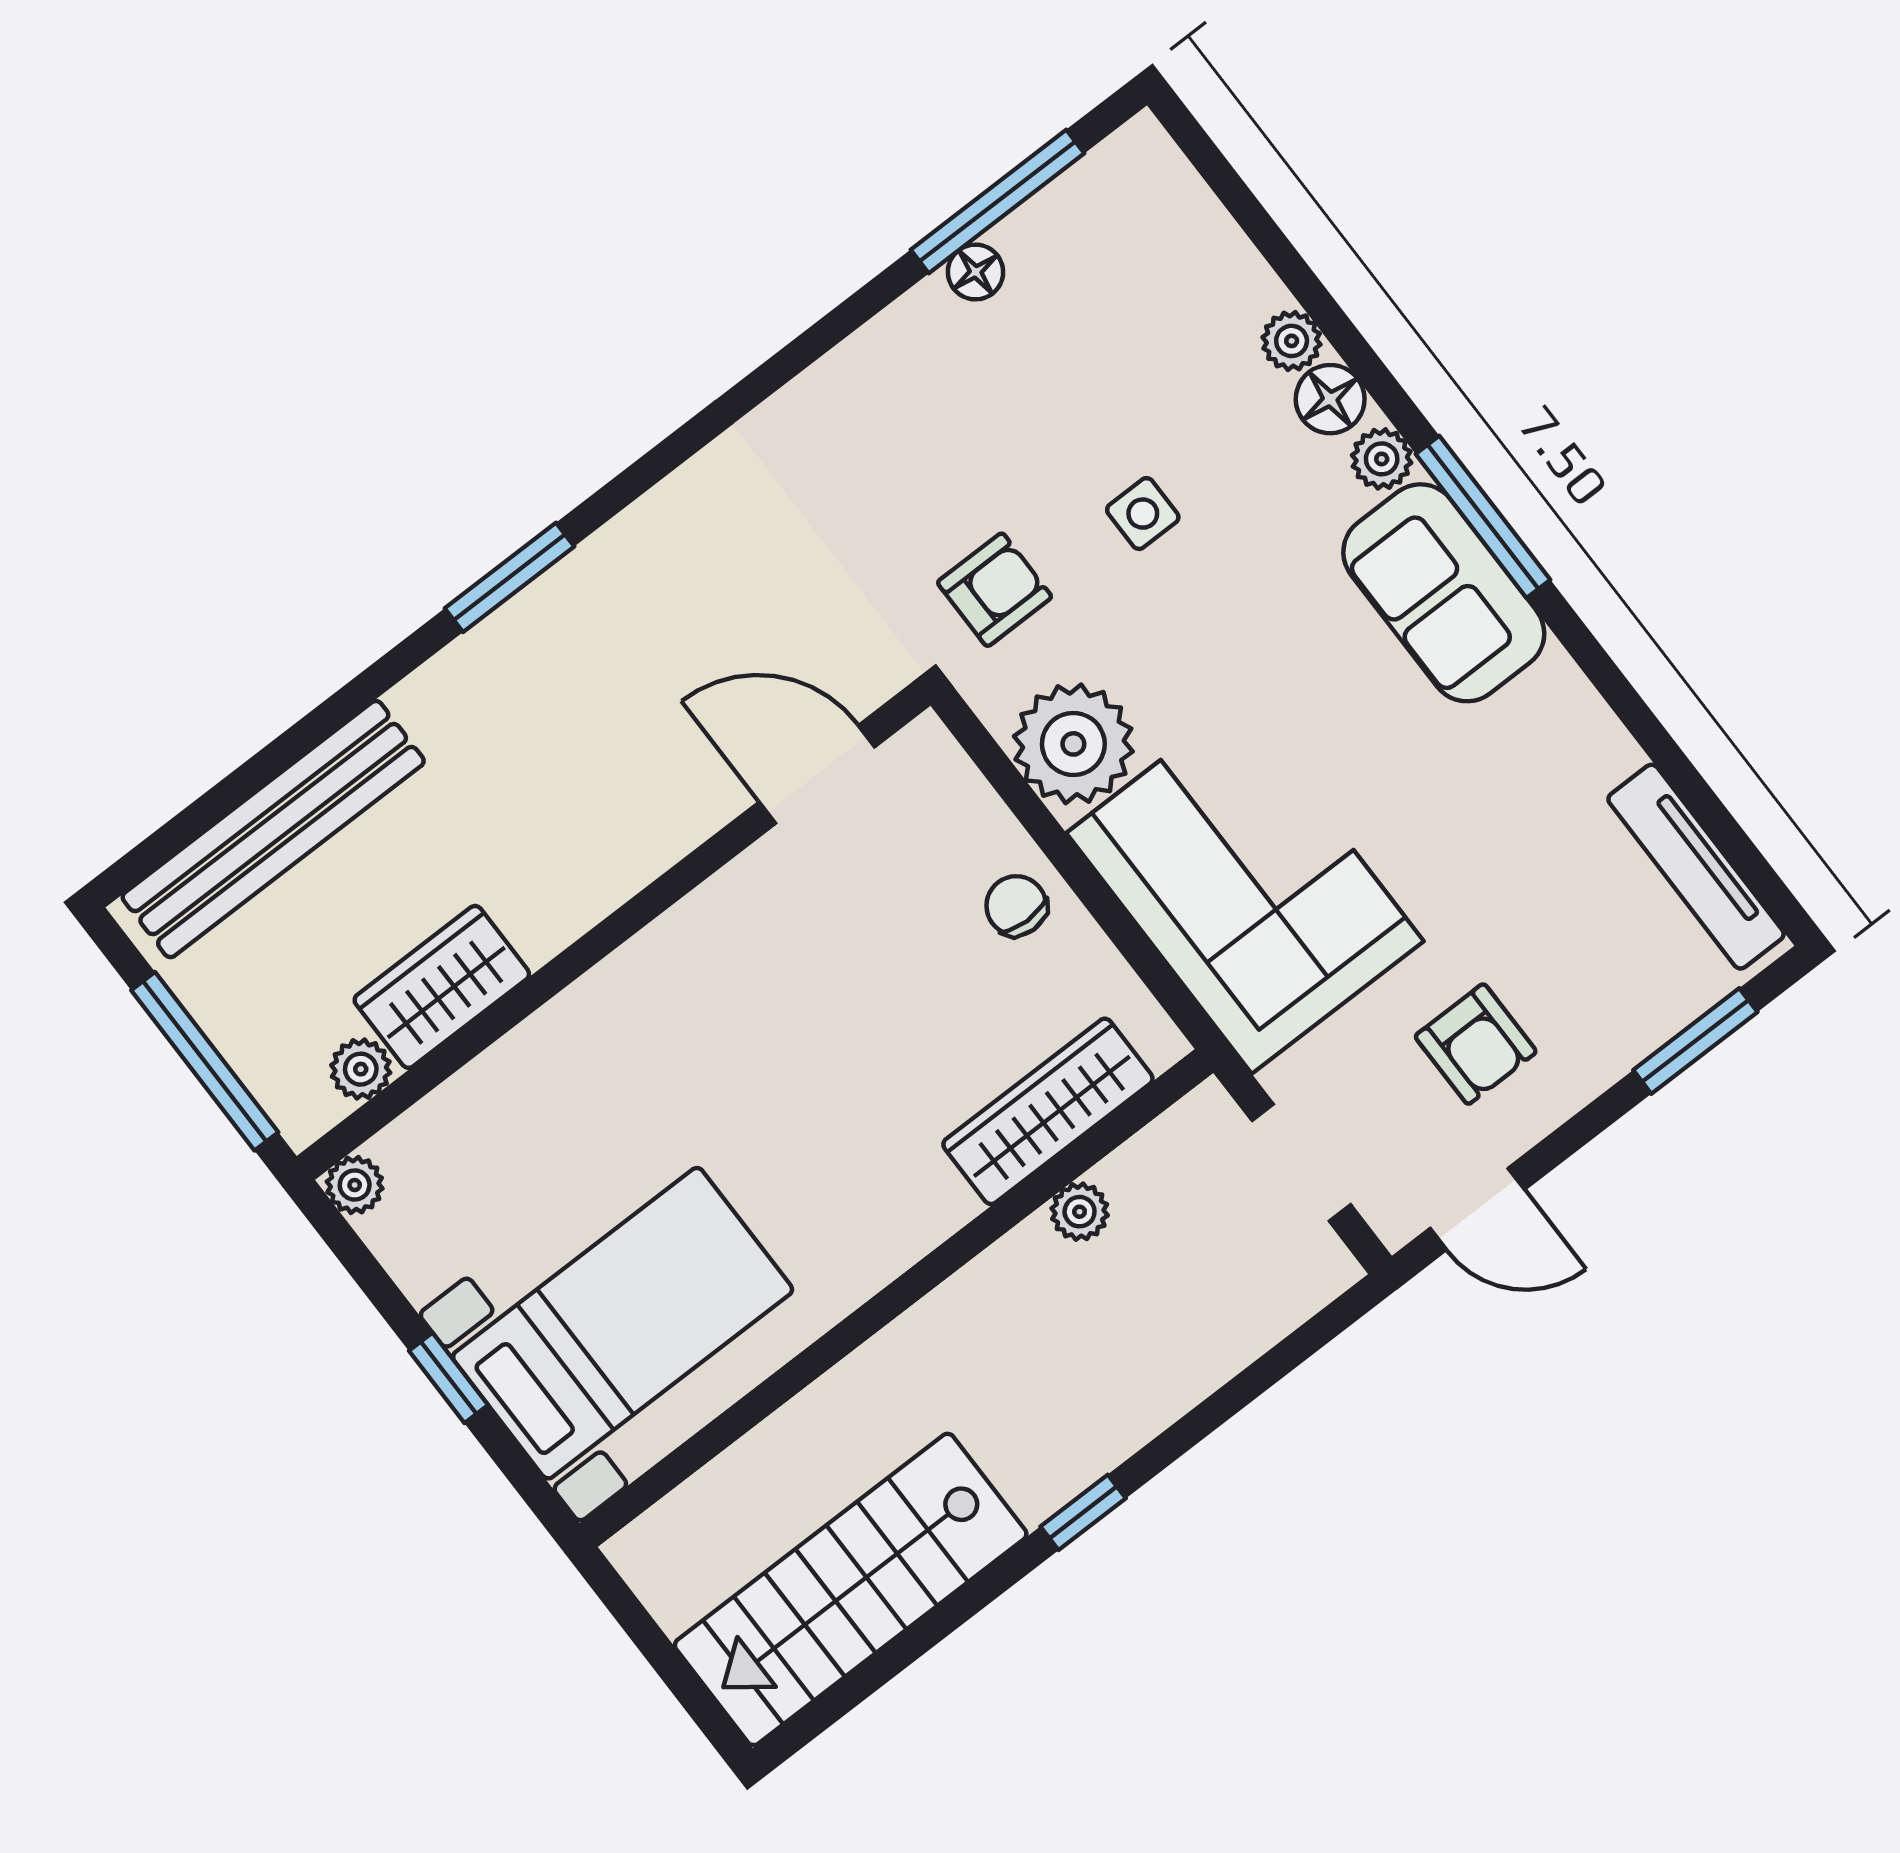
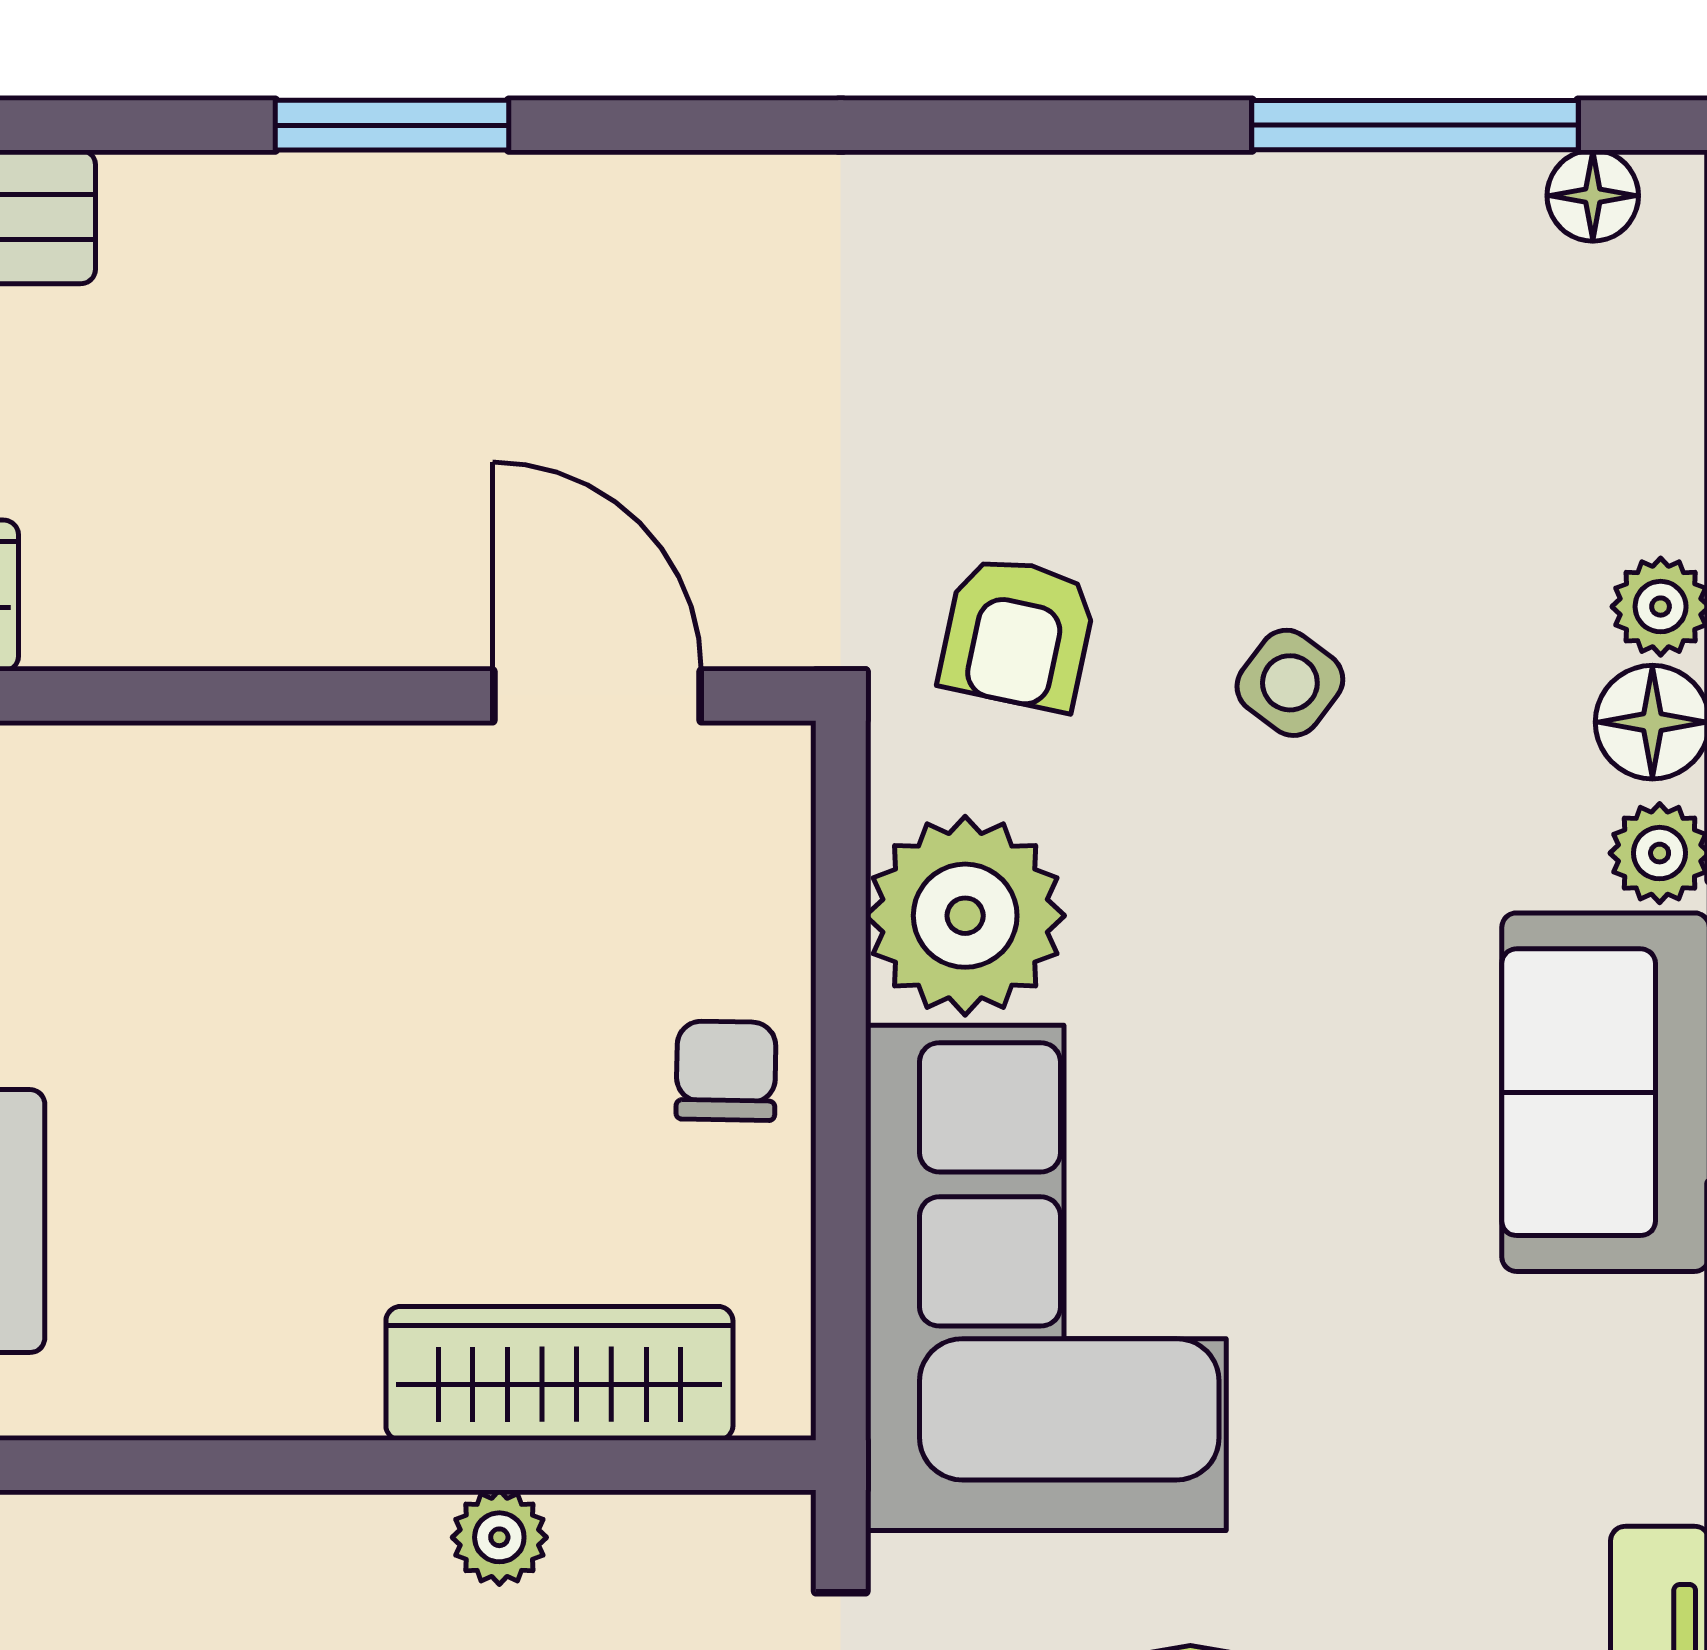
floor lamp: (976, 272) -> (1593, 196), moved
side table: (1143, 514) -> (1290, 683), turned 37
armchair: (995, 590) -> (1018, 633), turned 102

